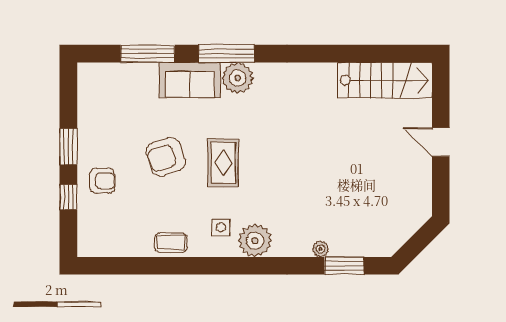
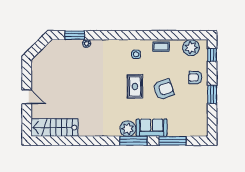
window: (68, 197) -> (212, 55), moved
plant: (255, 241) -> (191, 48), moved

